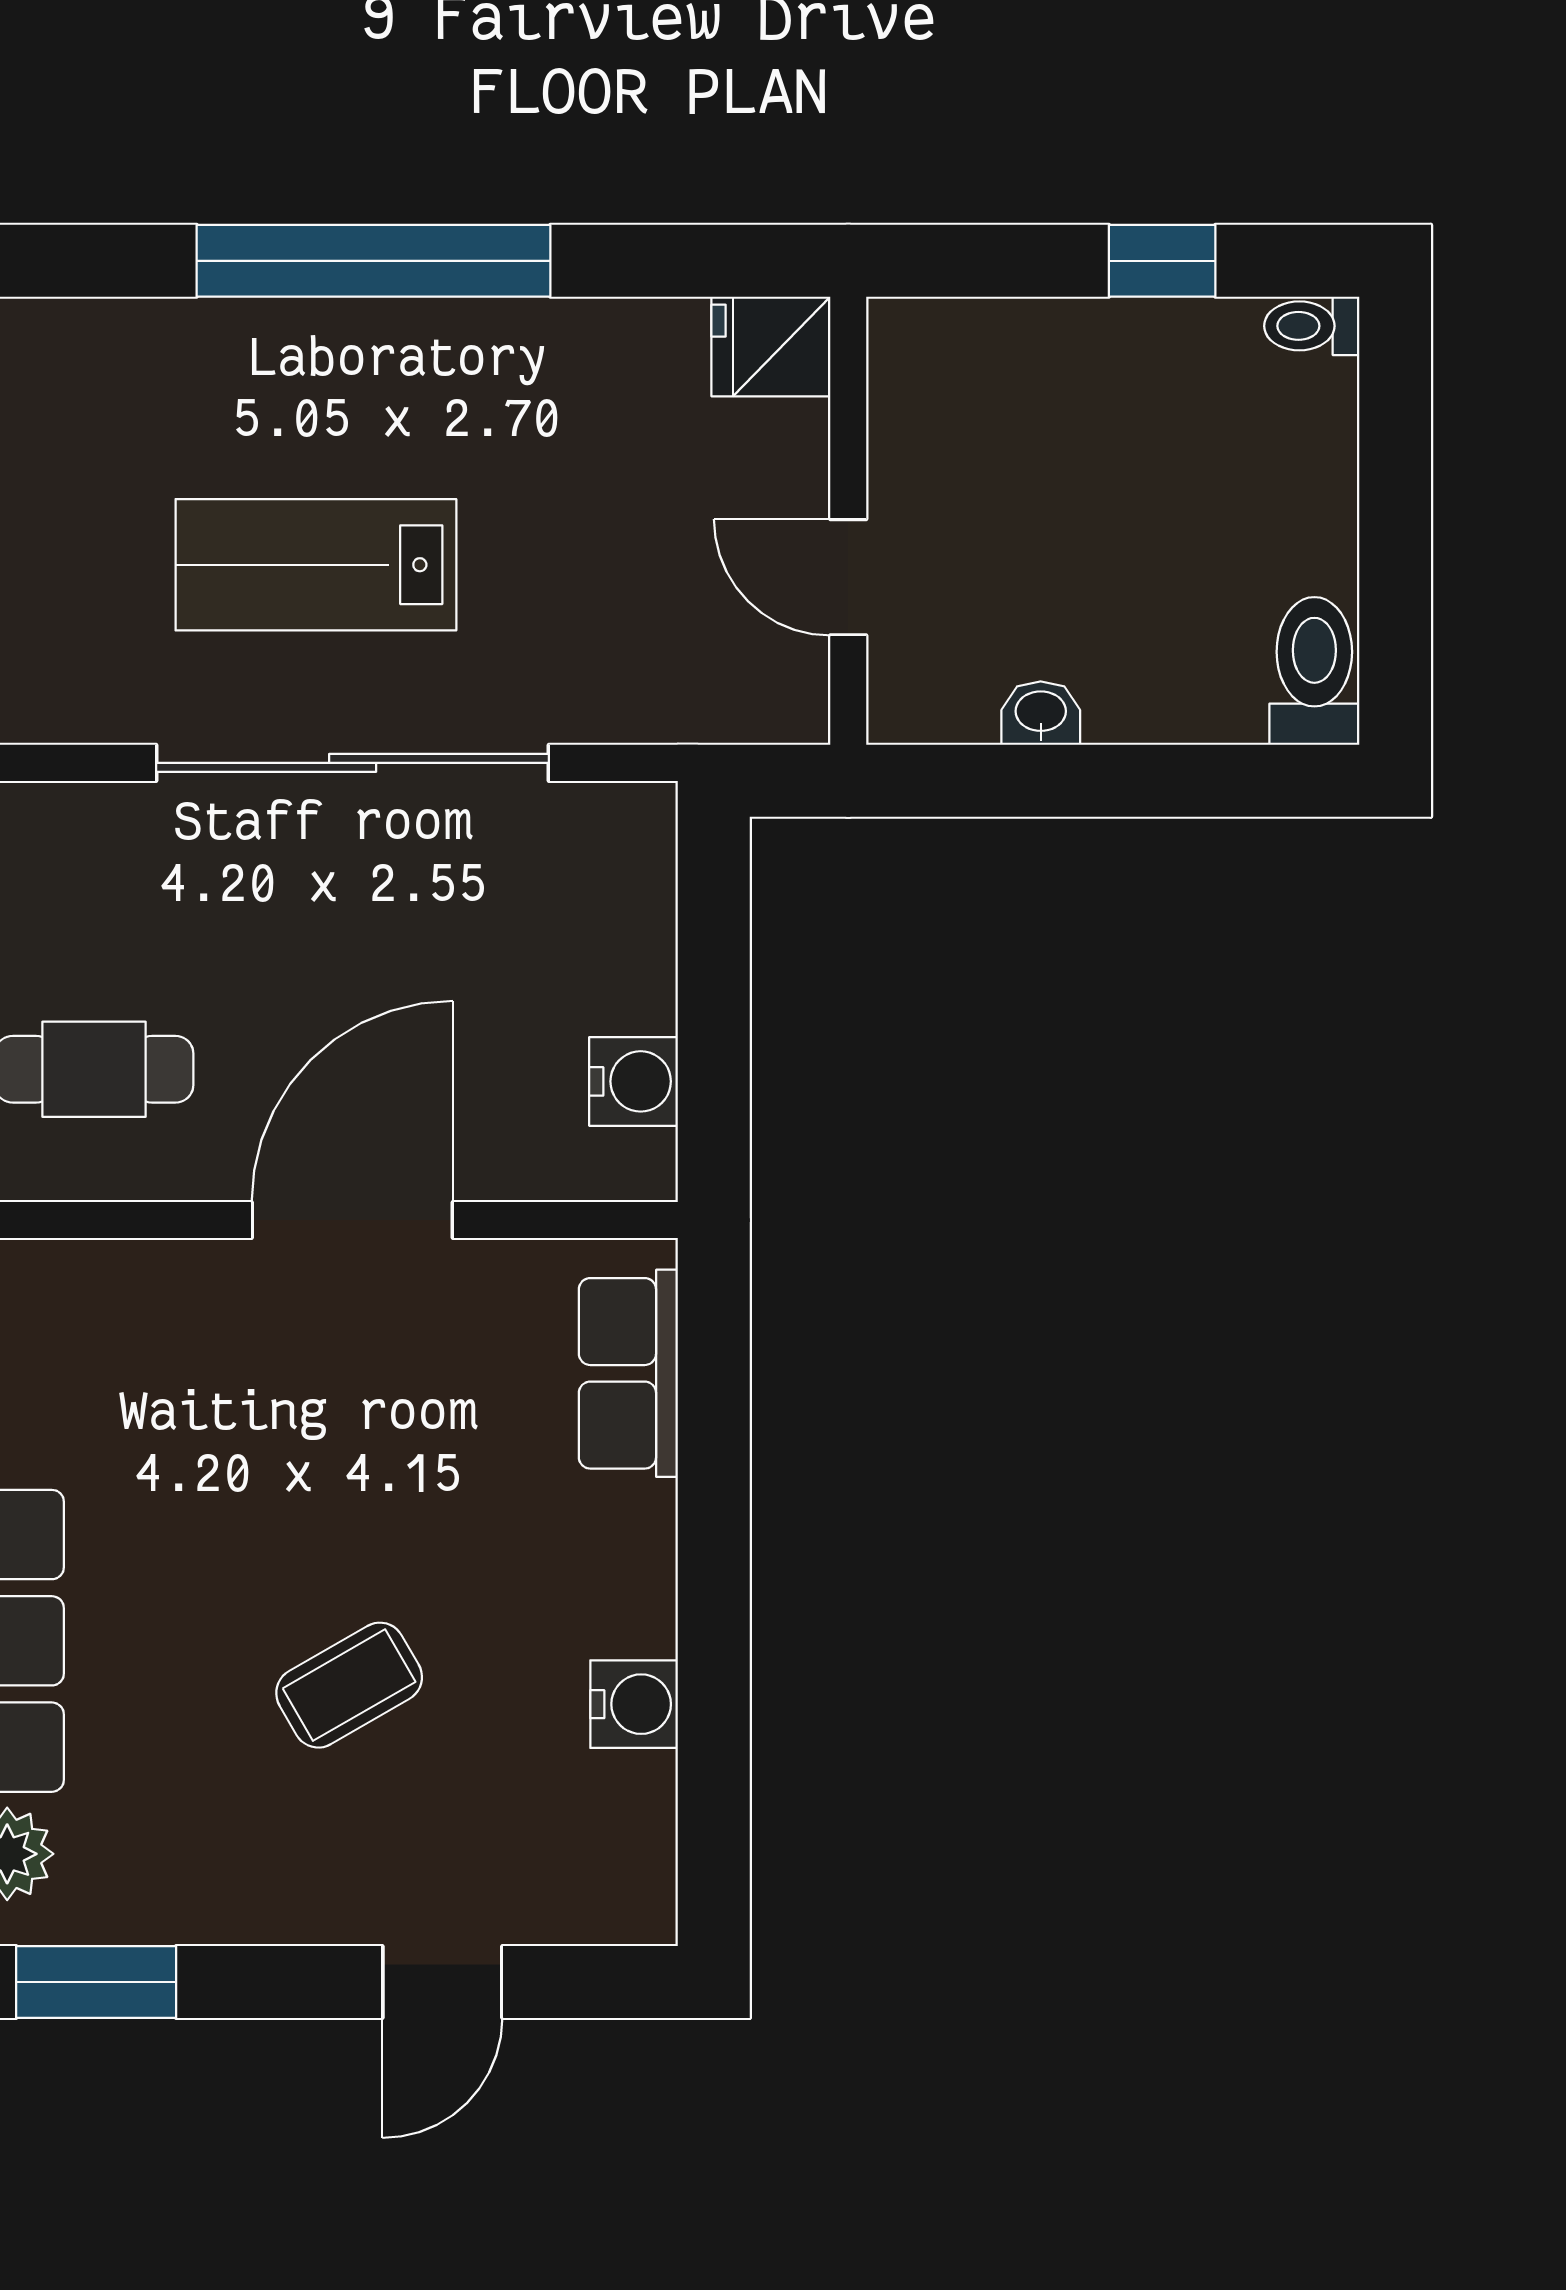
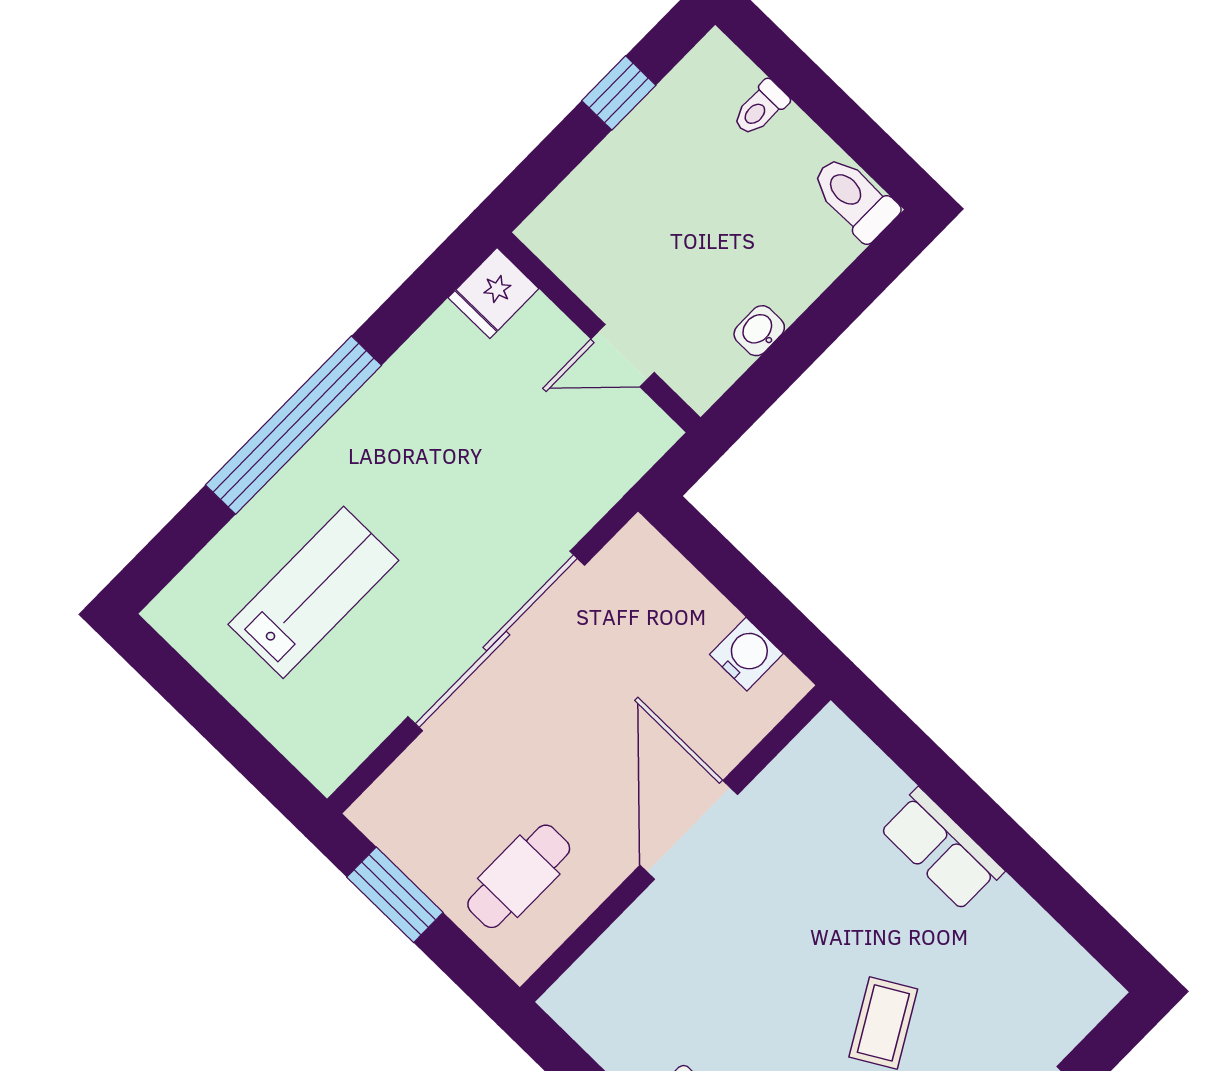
toilet: (1312, 326) -> (760, 108), moved
lab bench: (316, 565) -> (313, 592), moved, turned 180
row of seats: (628, 1373) -> (941, 849), moved
water cooler: (634, 1704) -> (1009, 911), removed

